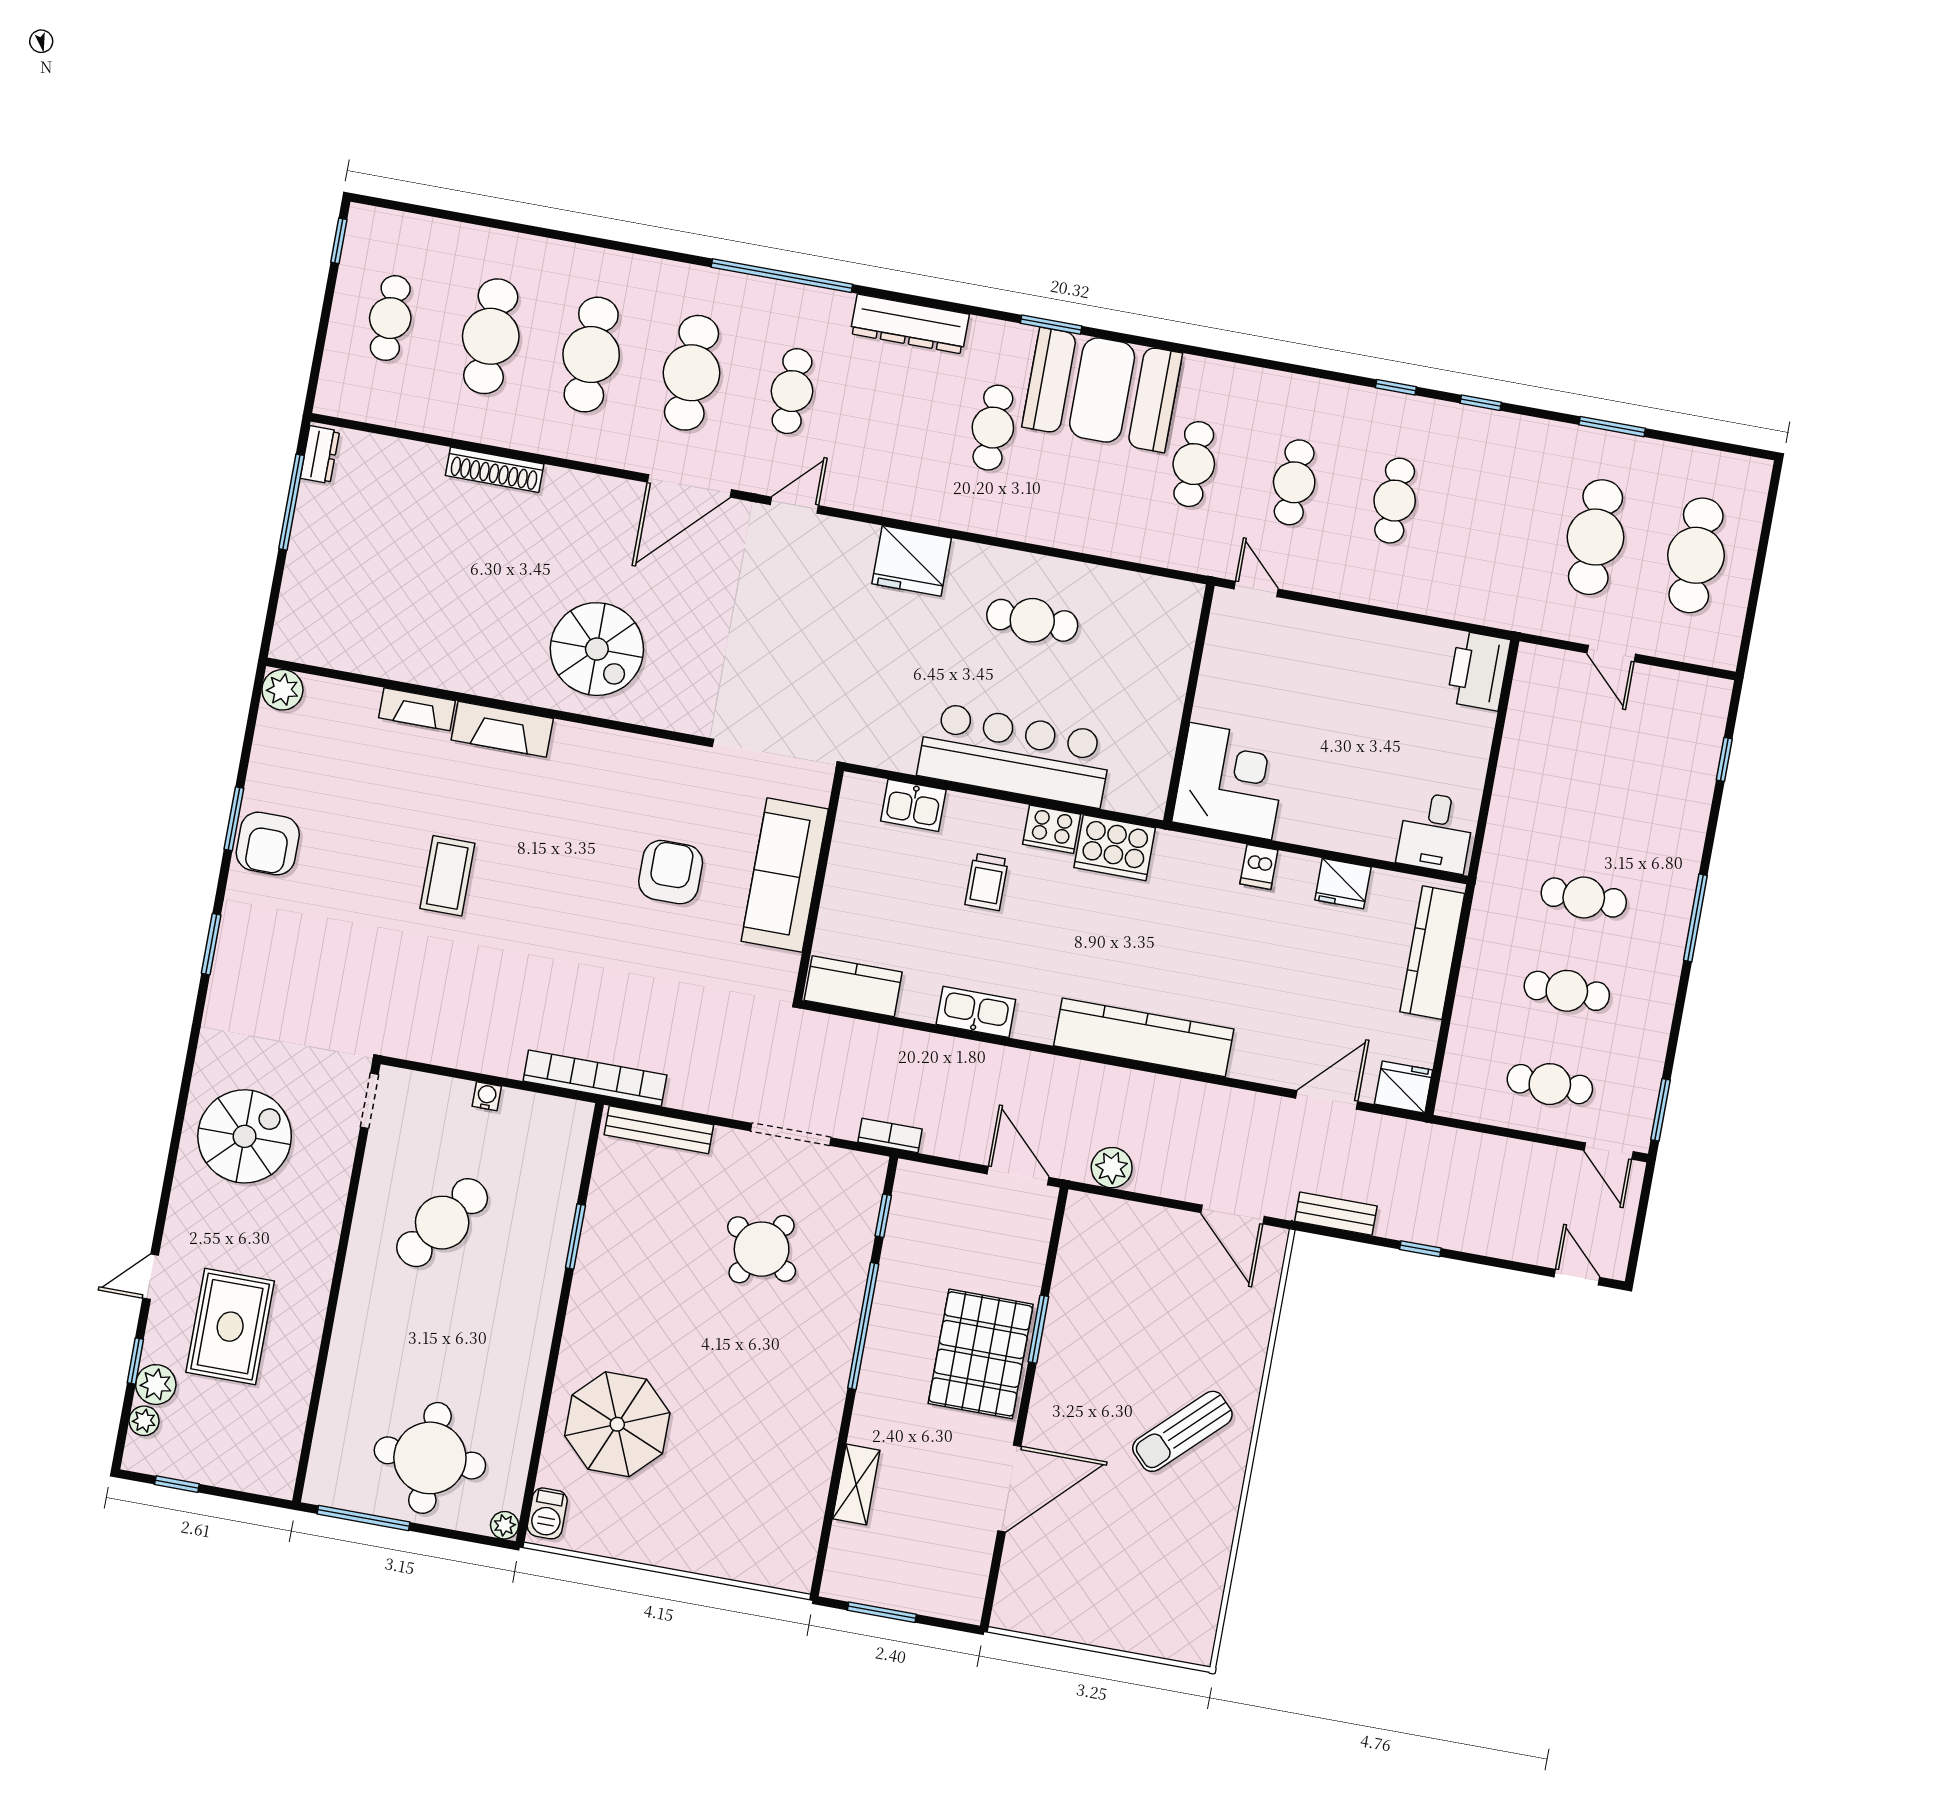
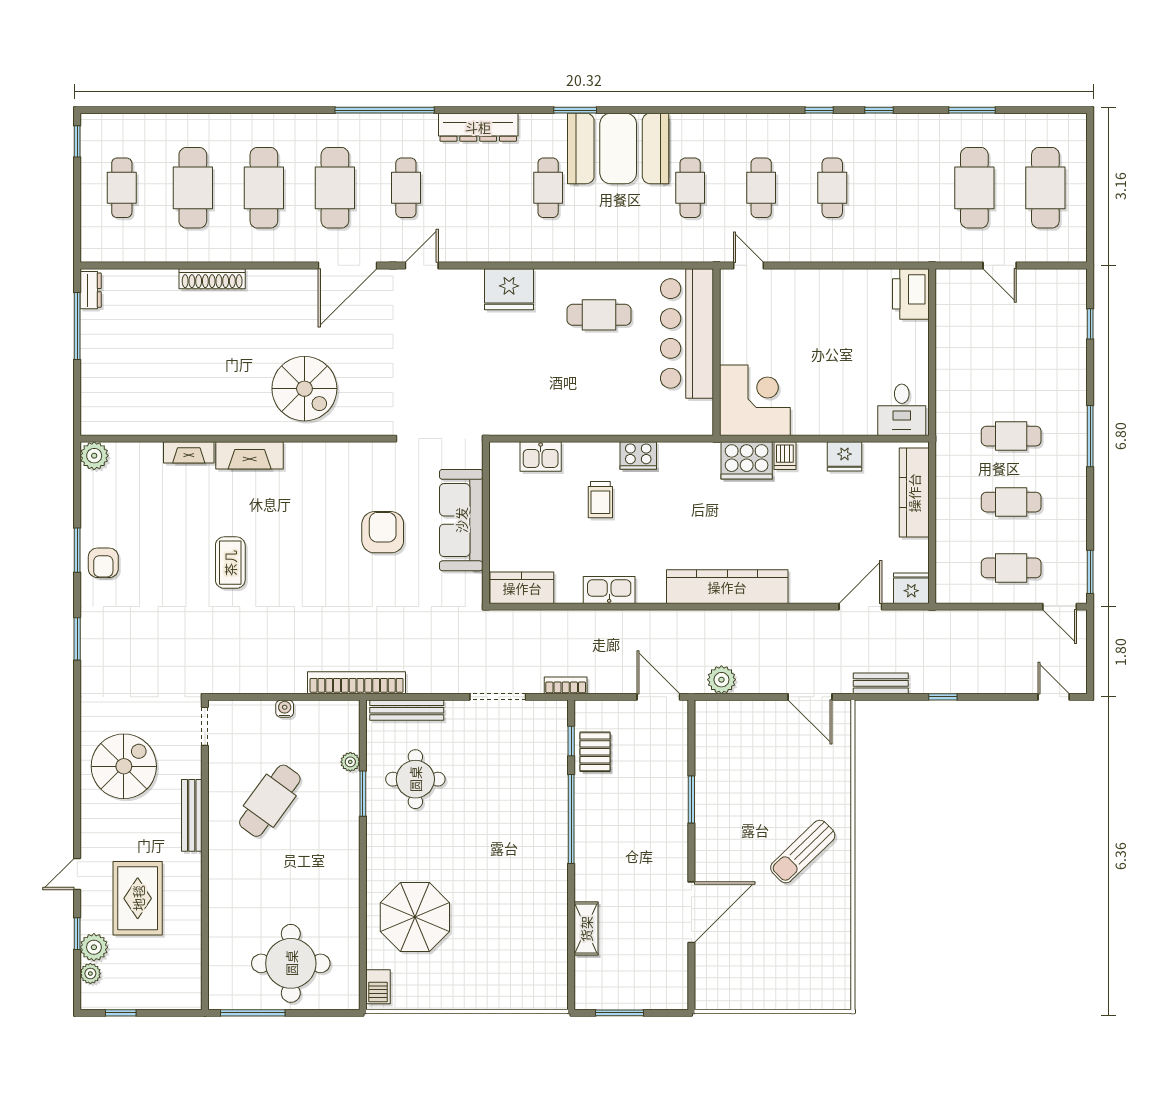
bar counter: (1015, 755) -> (687, 333), moved, turned -90
armchair: (268, 843) -> (103, 563), width x0.72, depth x0.72
cooker: (1115, 848) -> (747, 460), moved
bench: (328, 1223) -> (192, 815), added
round table: (762, 1249) -> (415, 779), moved, turned -33
pallet: (981, 1354) -> (595, 752), moved, width x0.49, depth x0.50
plant: (505, 1525) -> (350, 762), moved

